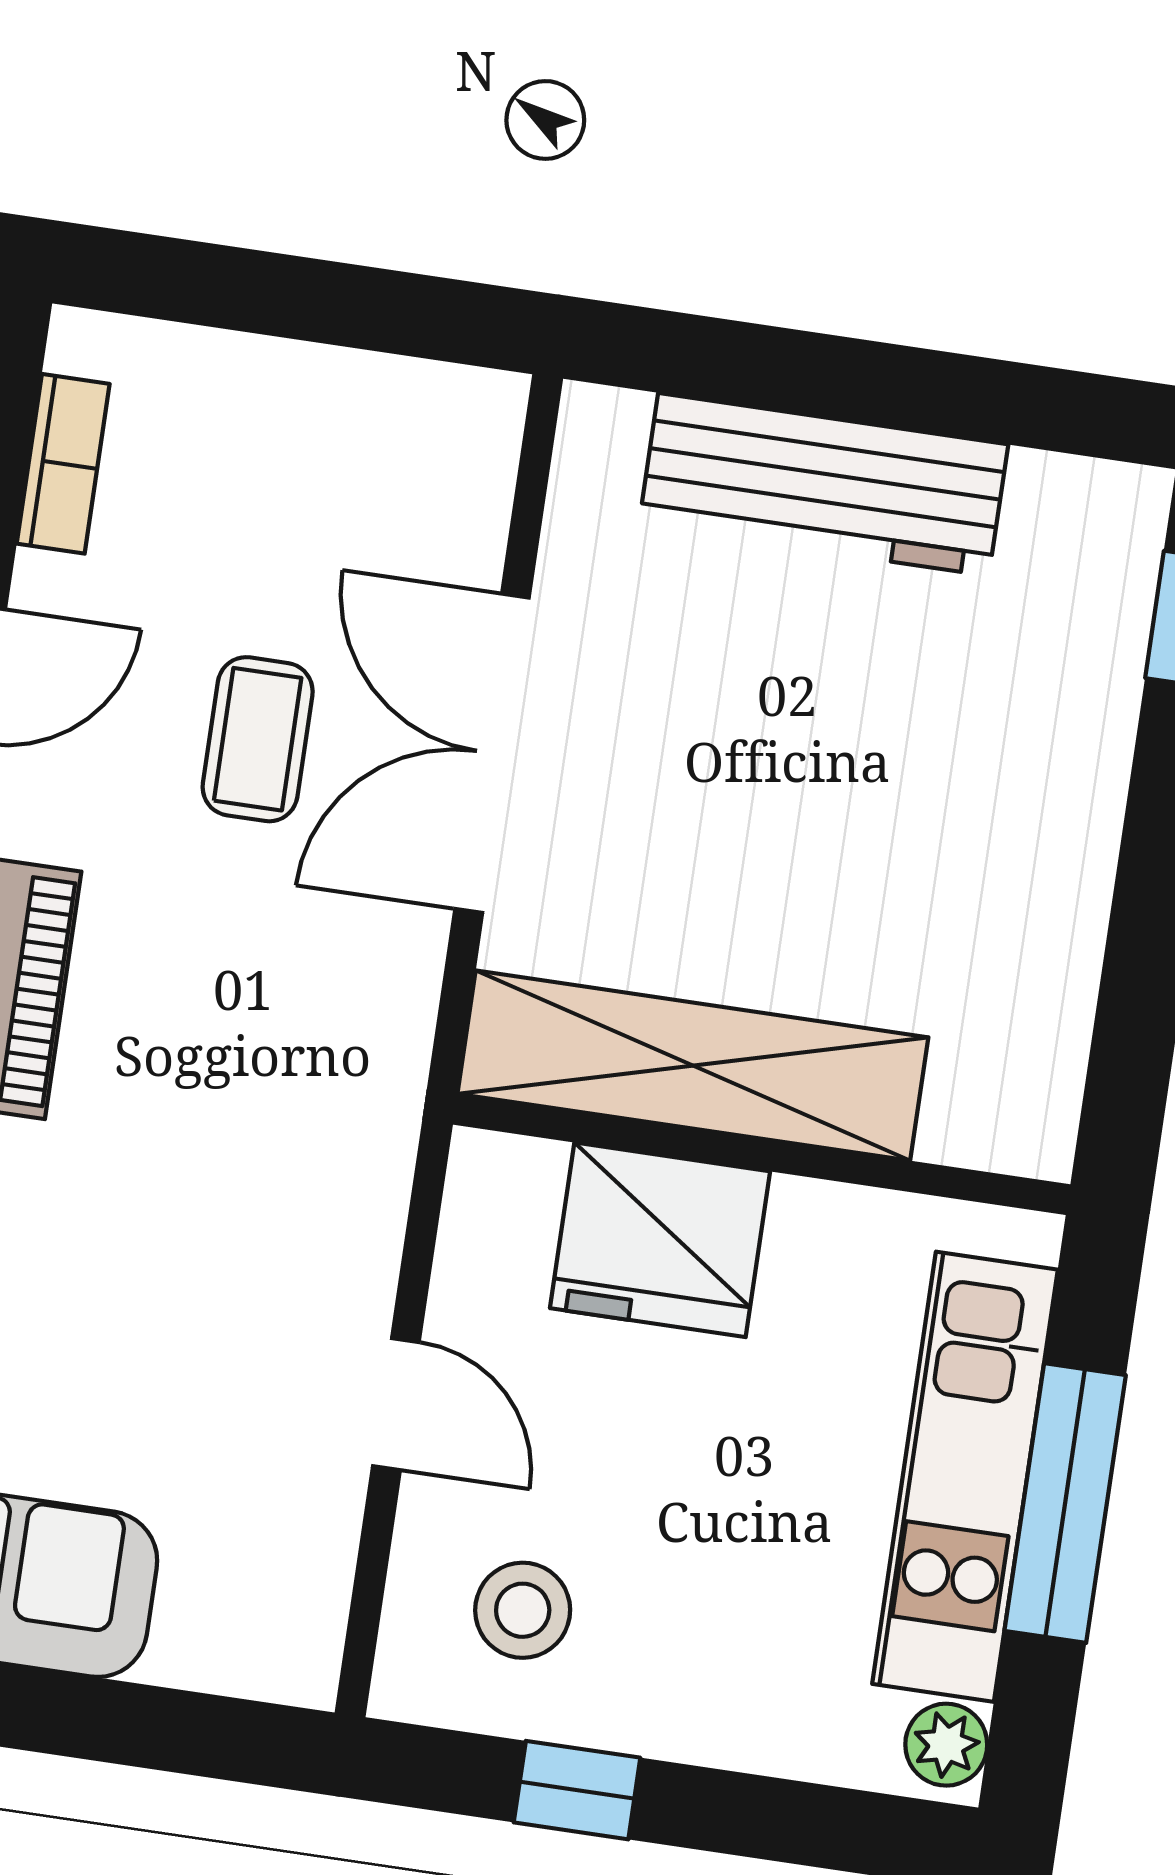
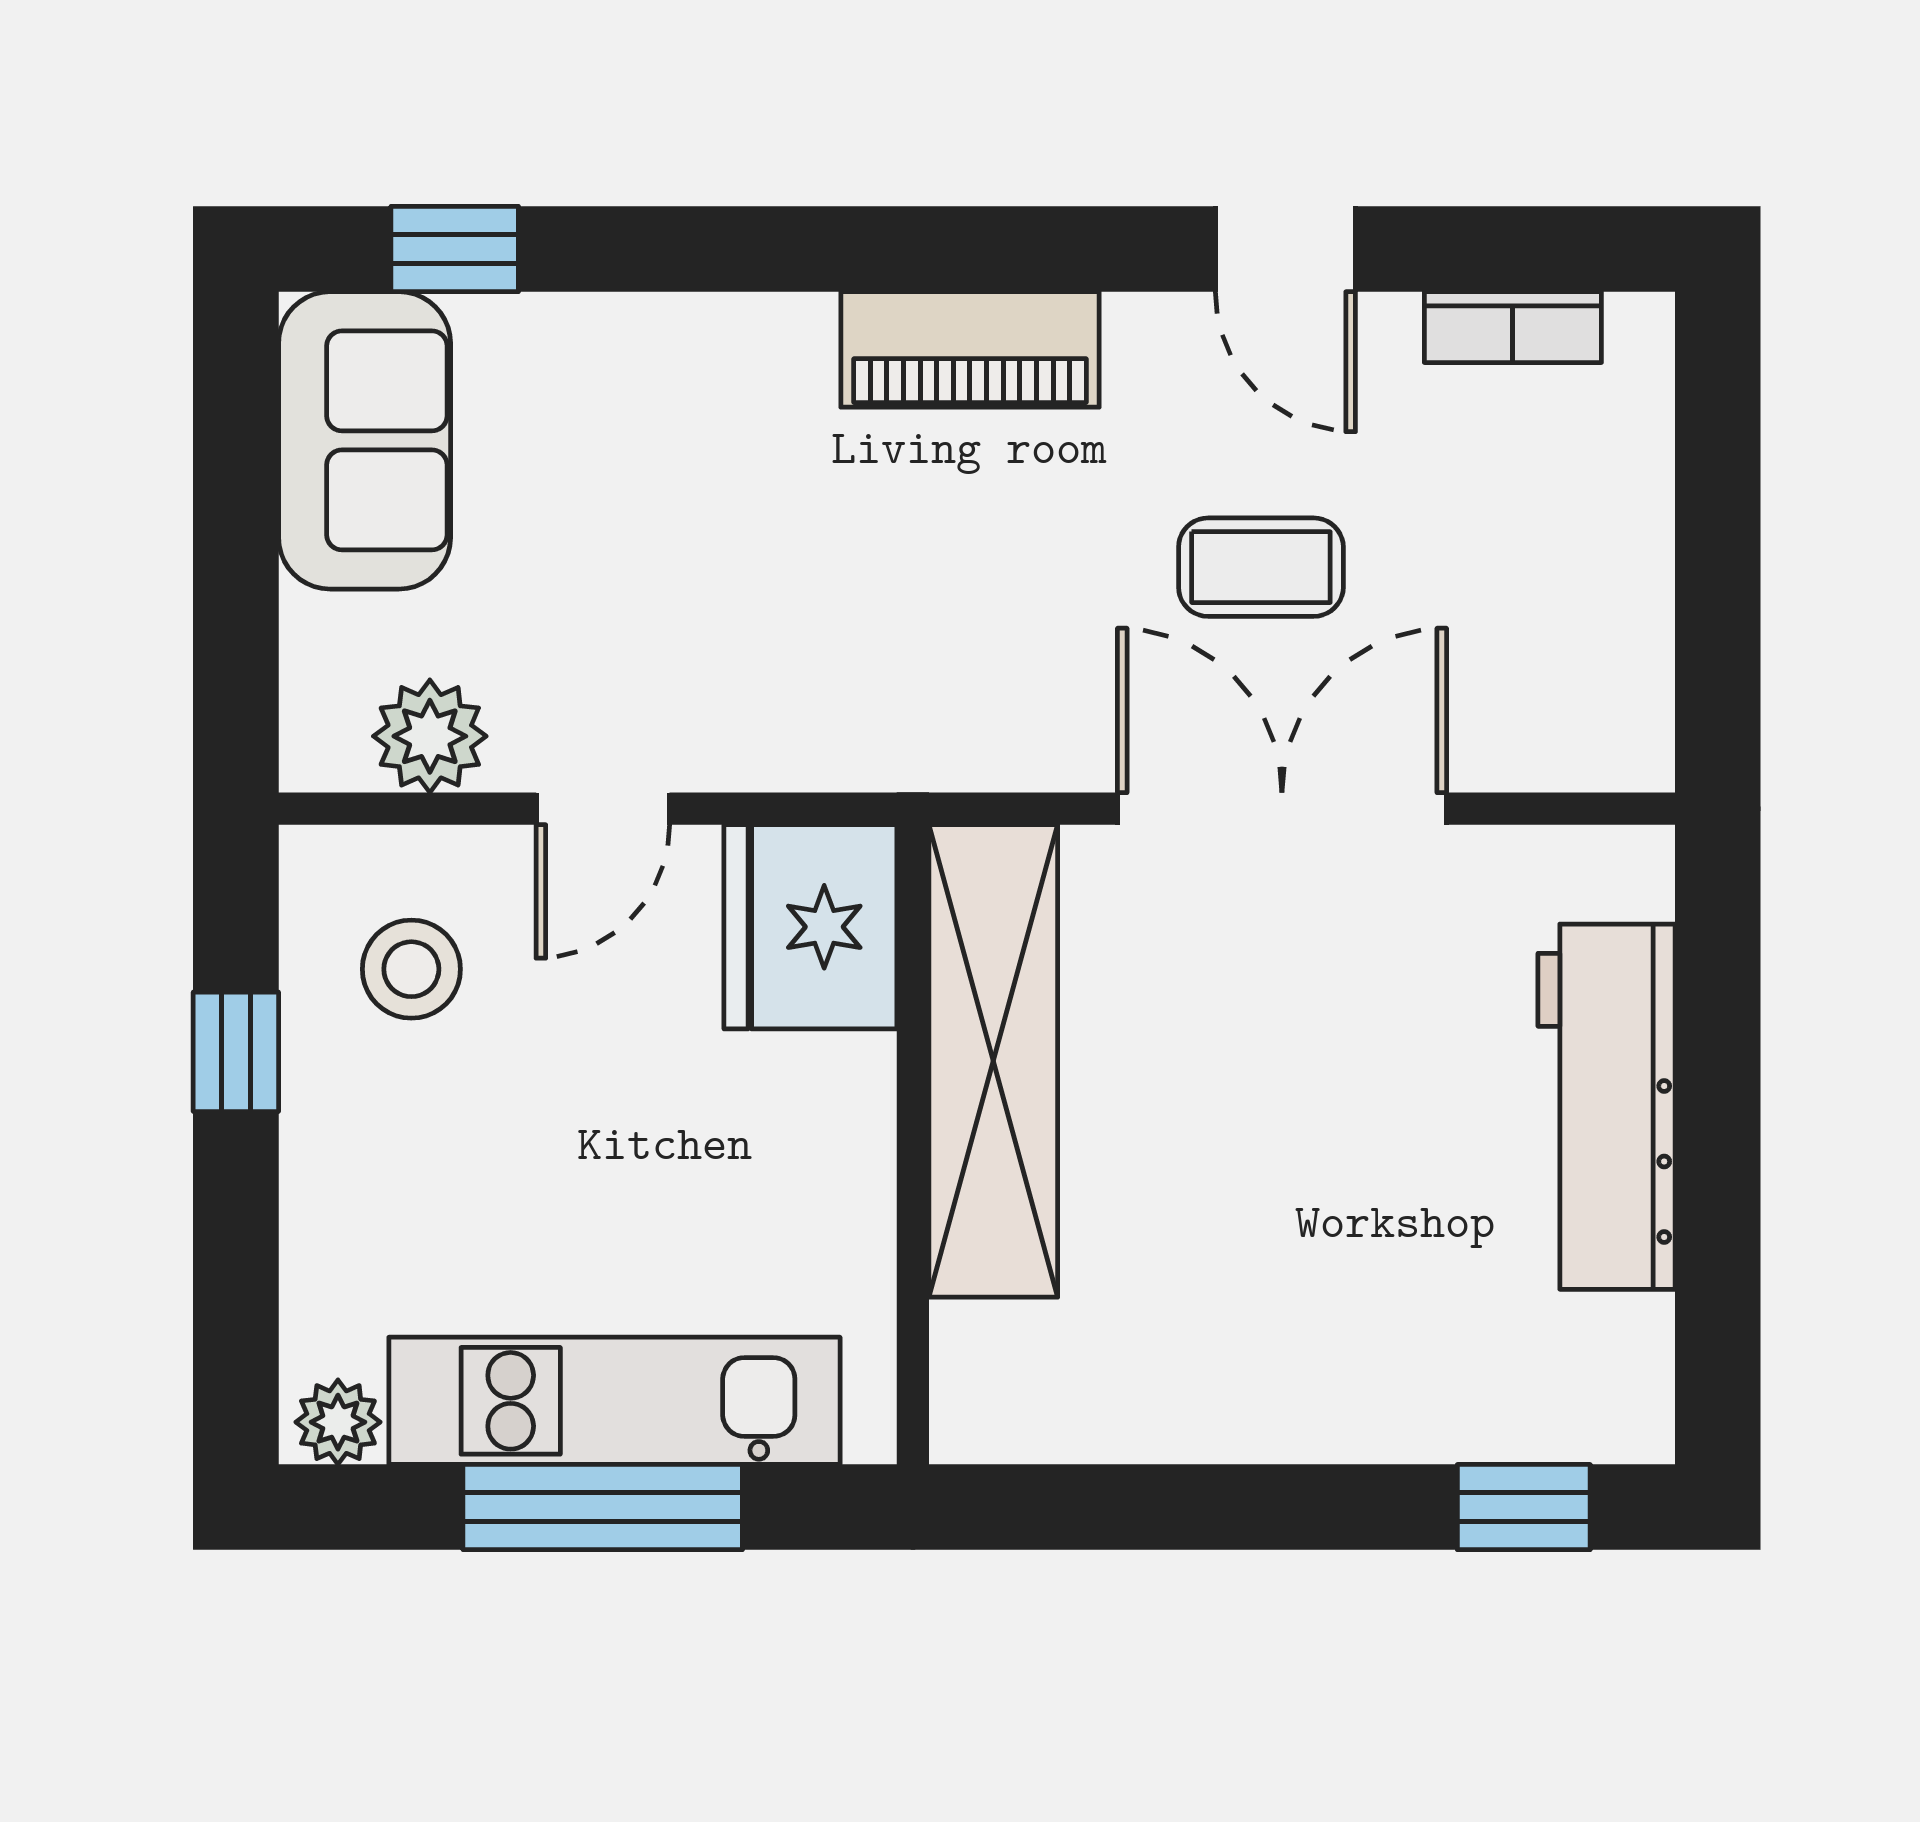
fridge: (660, 1240) -> (810, 927), moved
plant: (302, 1560) -> (430, 736), added

